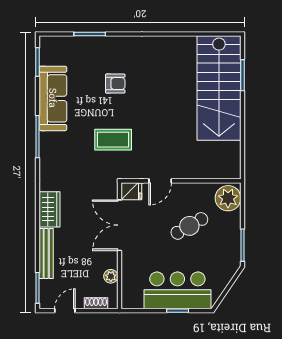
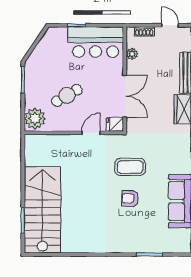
armchair: (115, 84) -> (130, 198), moved
bar counter: (177, 290) -> (96, 42), moved
door: (65, 311) -> (170, 25), swing flipped

